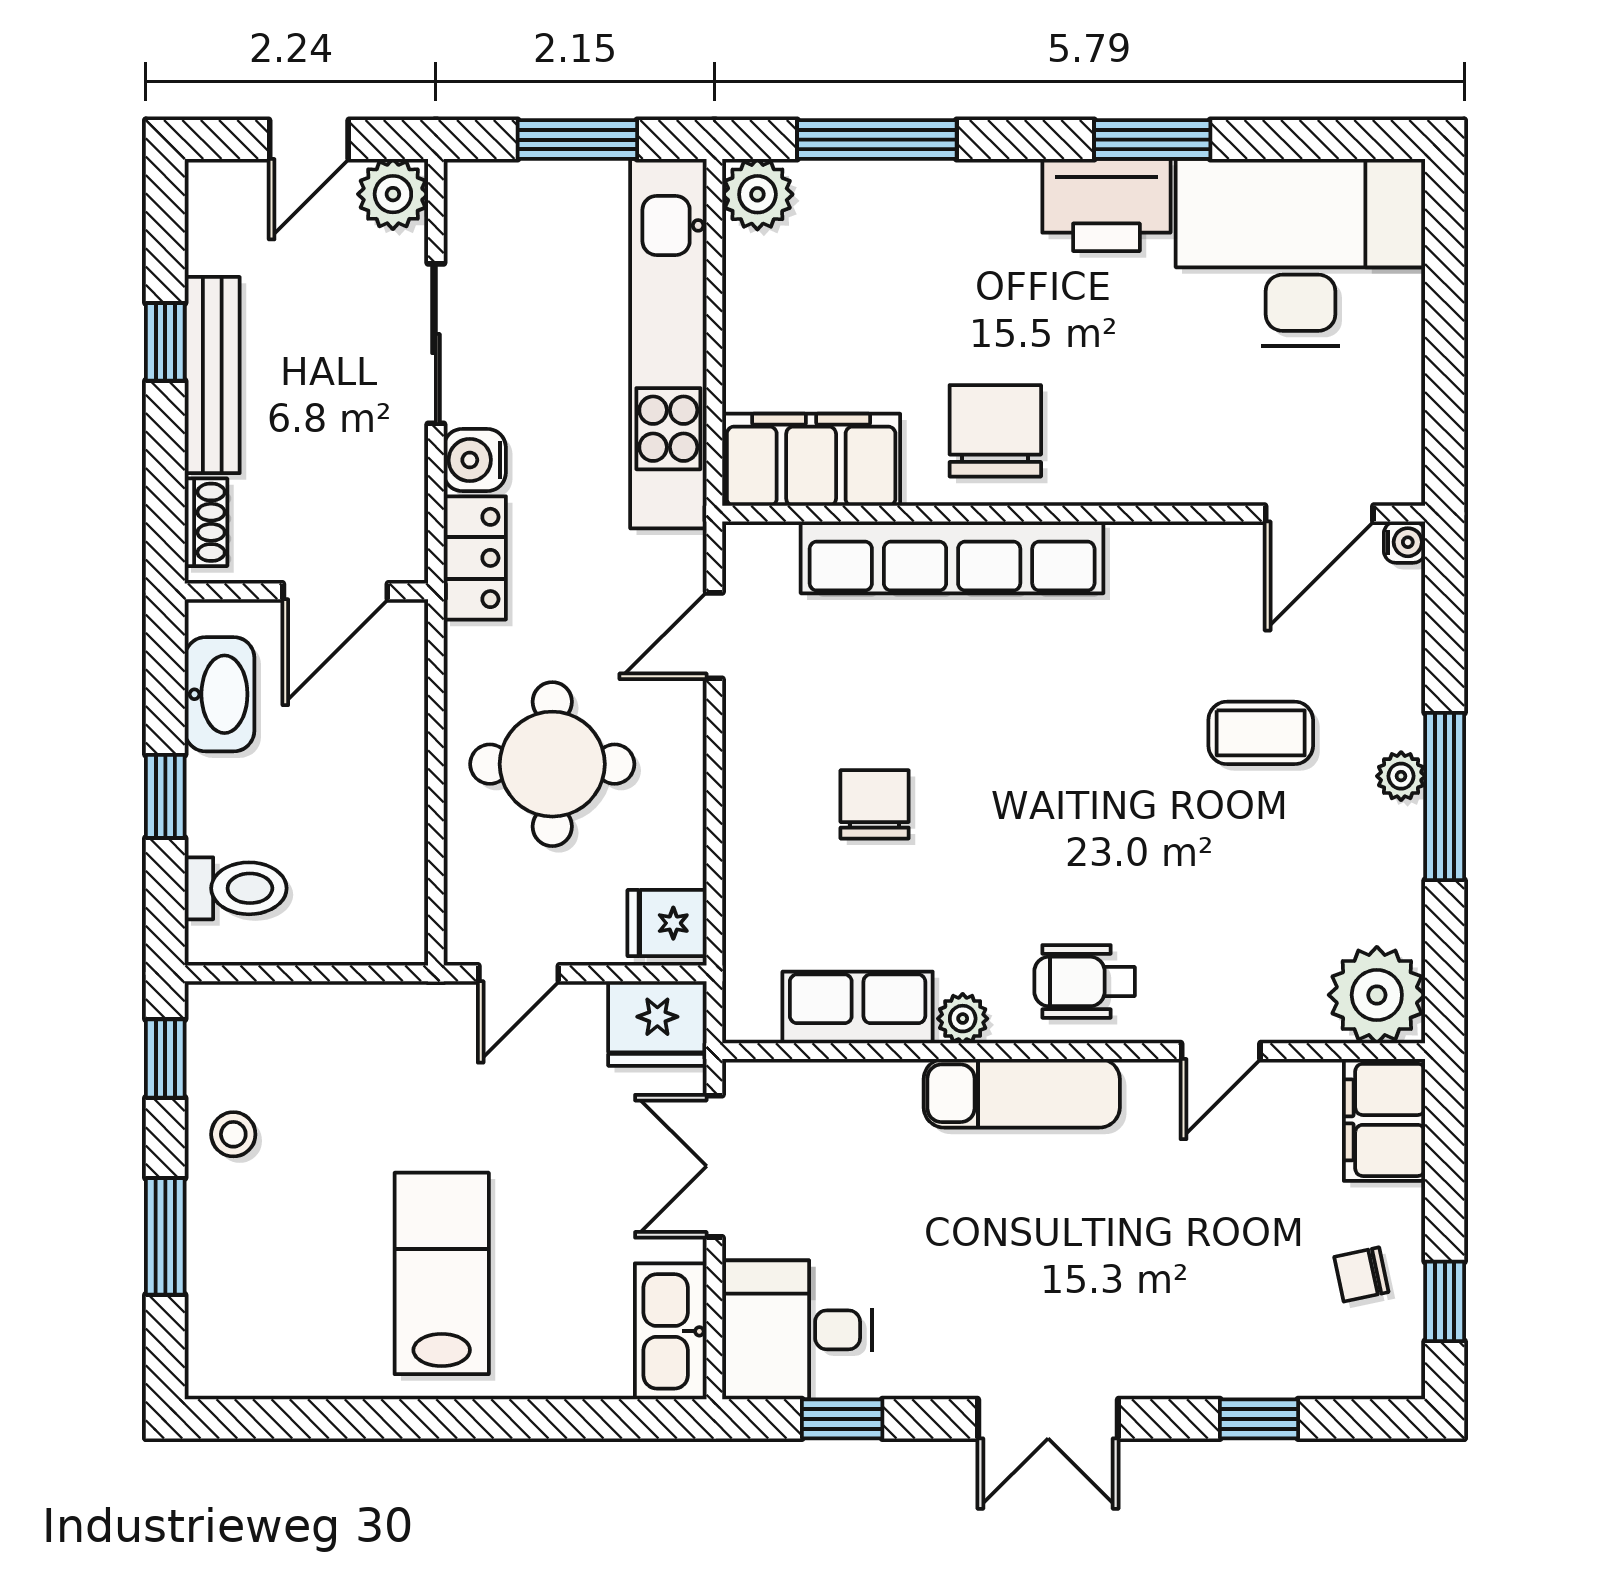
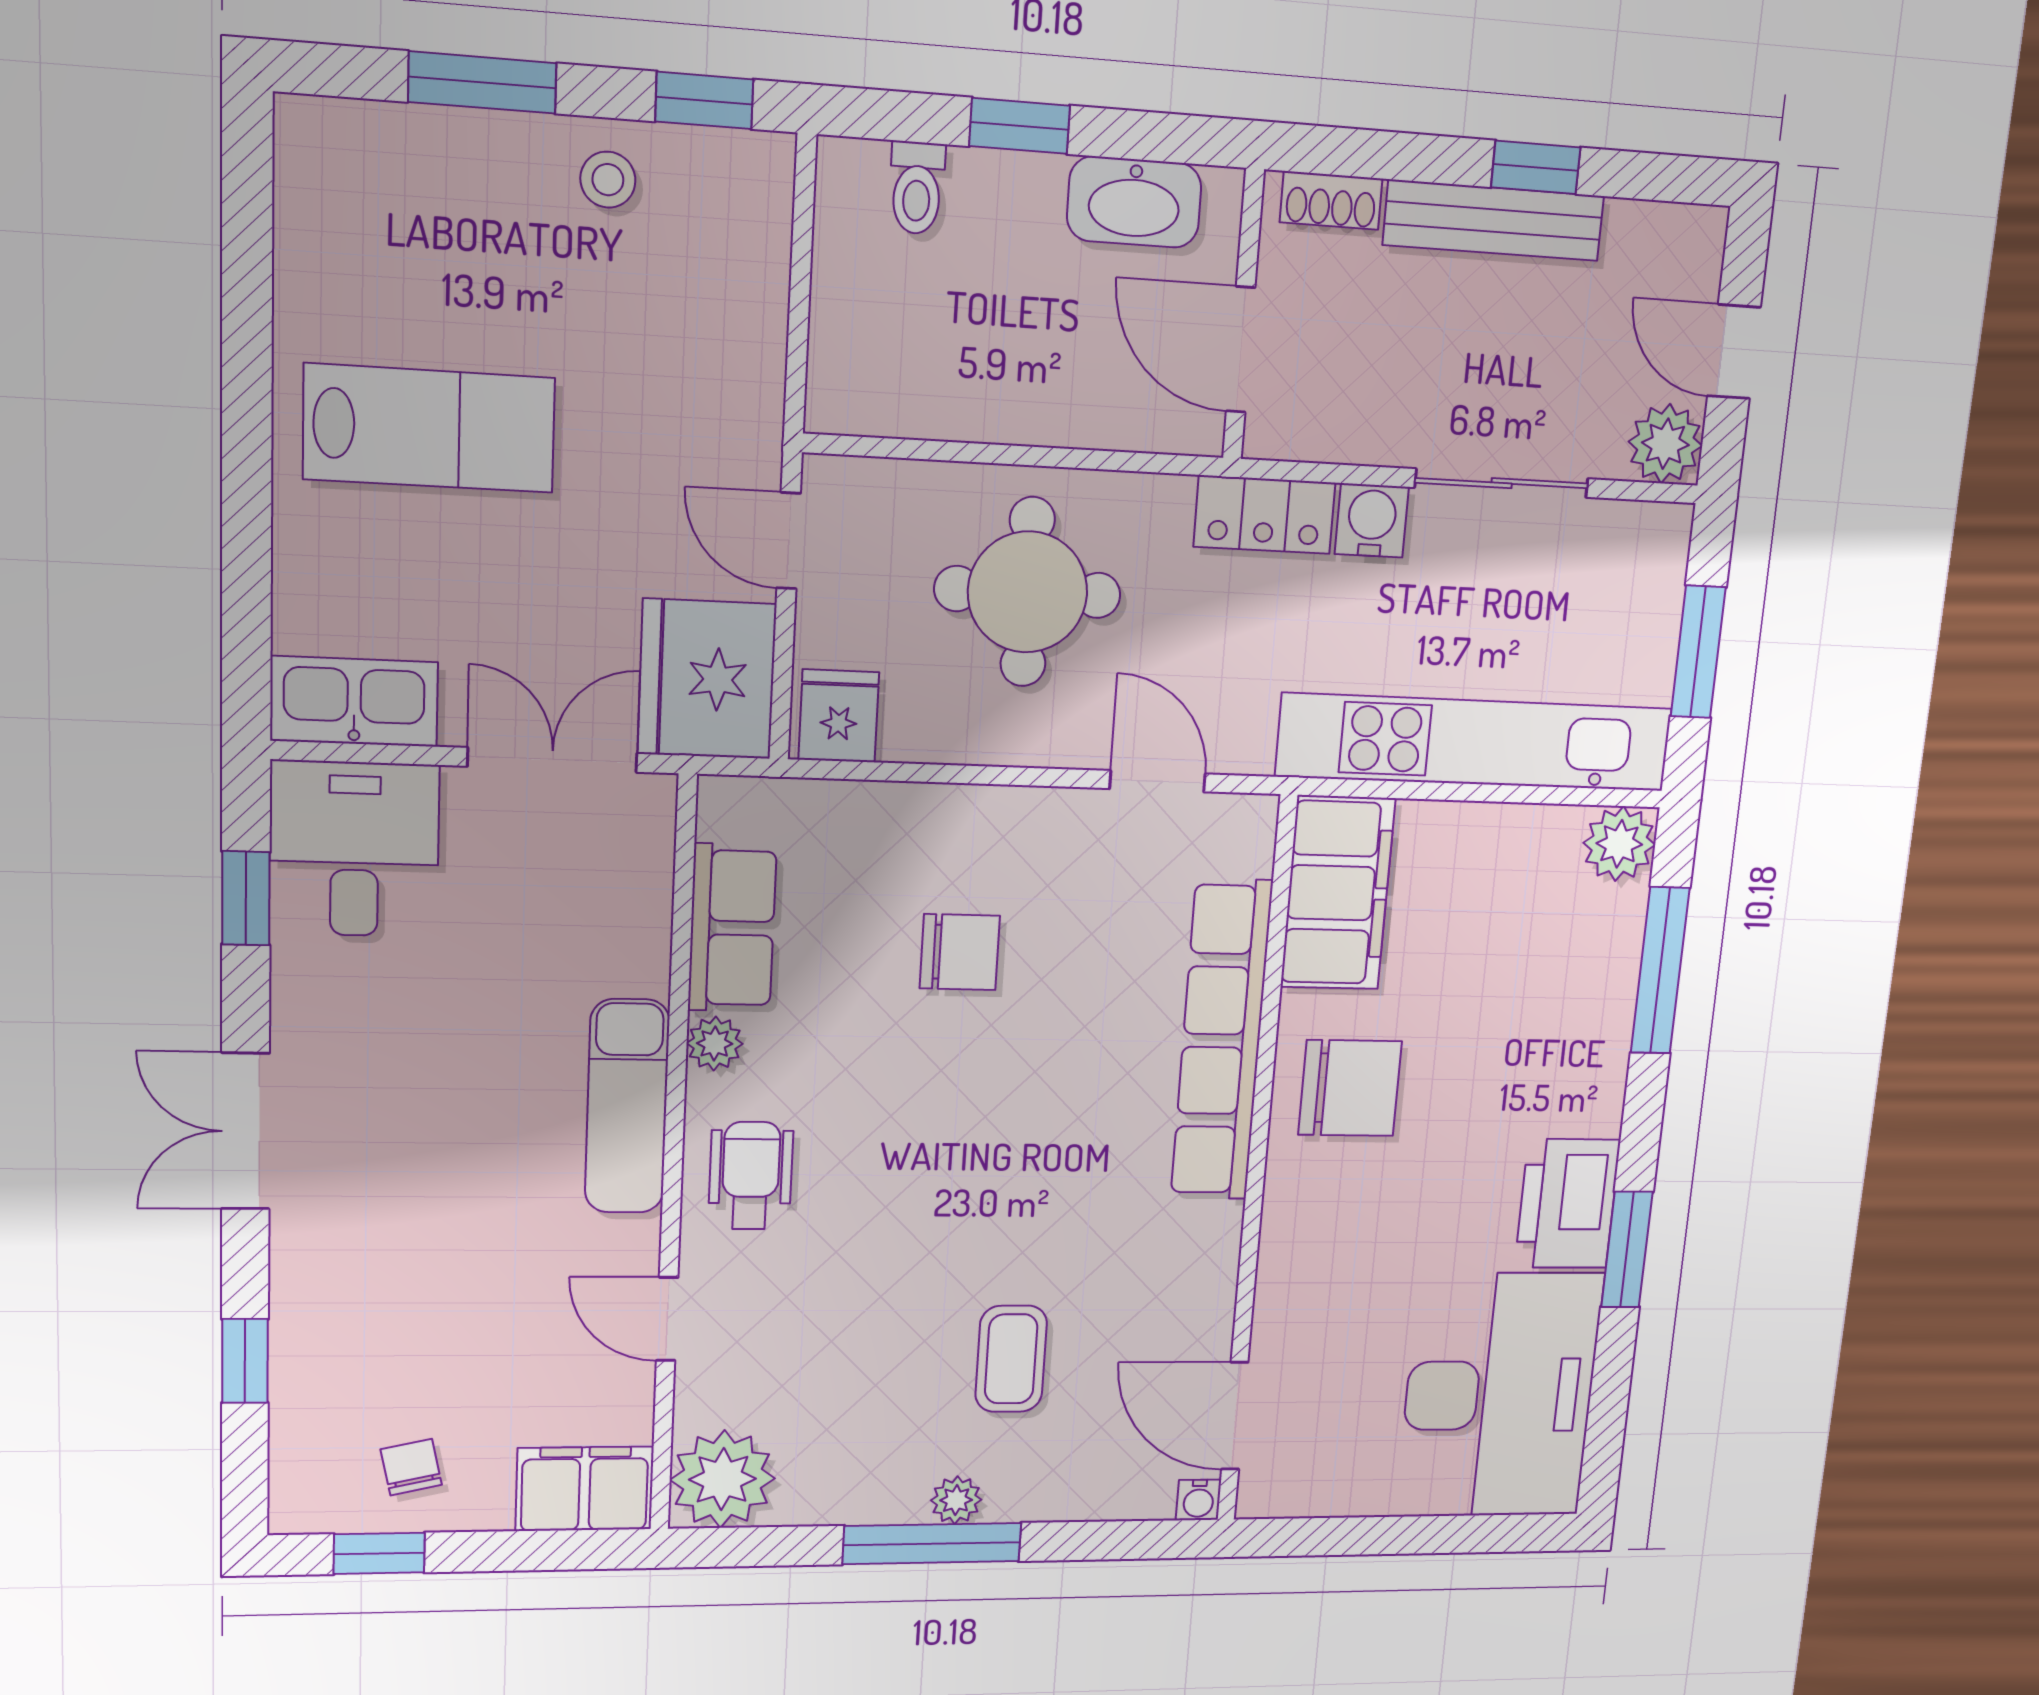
toilet: (236, 888) -> (917, 188), width x0.73, depth x0.72
fridge: (657, 1024) -> (707, 679), width x1.36, depth x1.34

